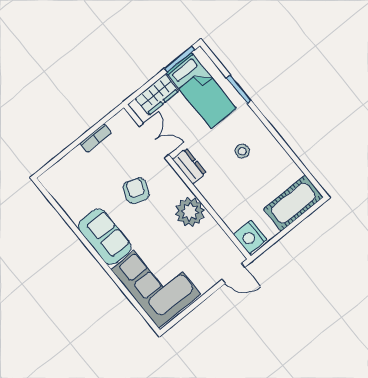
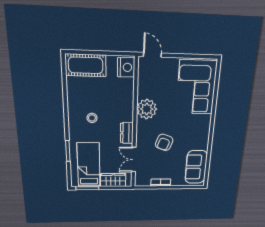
sofa: (105, 237) -> (196, 167), moved

